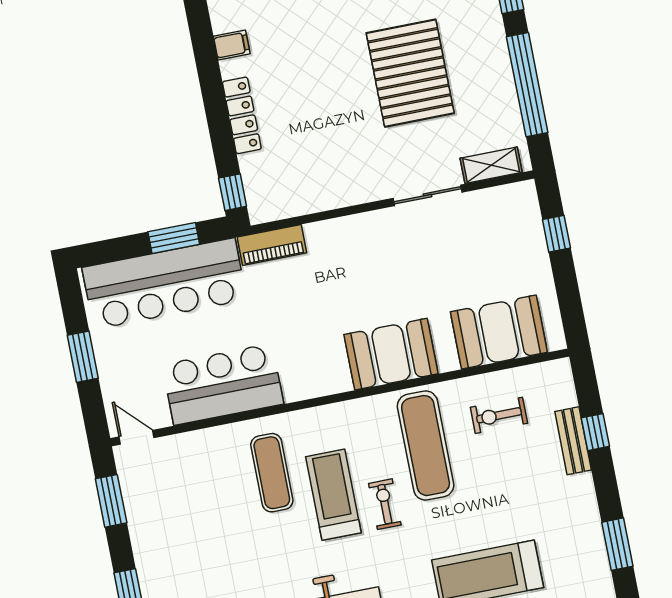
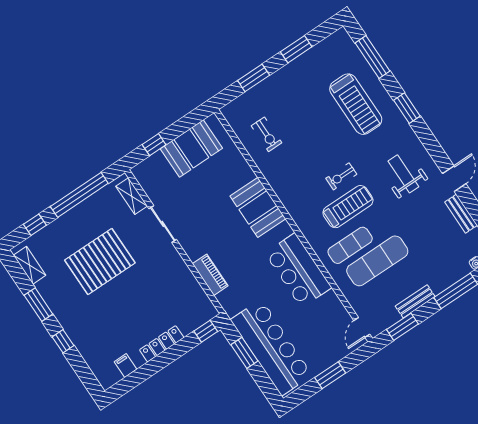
piano: (272, 245) -> (210, 275), moved
booth: (499, 332) -> (191, 148), moved, turned 90
bar counter: (223, 384) -> (298, 270), moved
window: (595, 432) -> (254, 78), width x1.50
bench: (573, 441) -> (415, 301), moved
exercise mat: (426, 446) -> (377, 261), moved
treadmill: (333, 495) -> (348, 207), turned 180
window: (617, 544) -> (296, 49), moved

